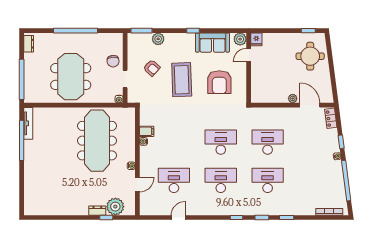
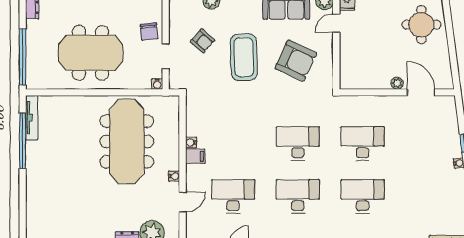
meeting table: (71, 77) -> (90, 53), turned 90
armchair: (219, 82) -> (296, 61), turned -65
locker: (331, 118) -> (450, 110), removed
filing cabinet: (147, 131) -> (195, 156), moved

